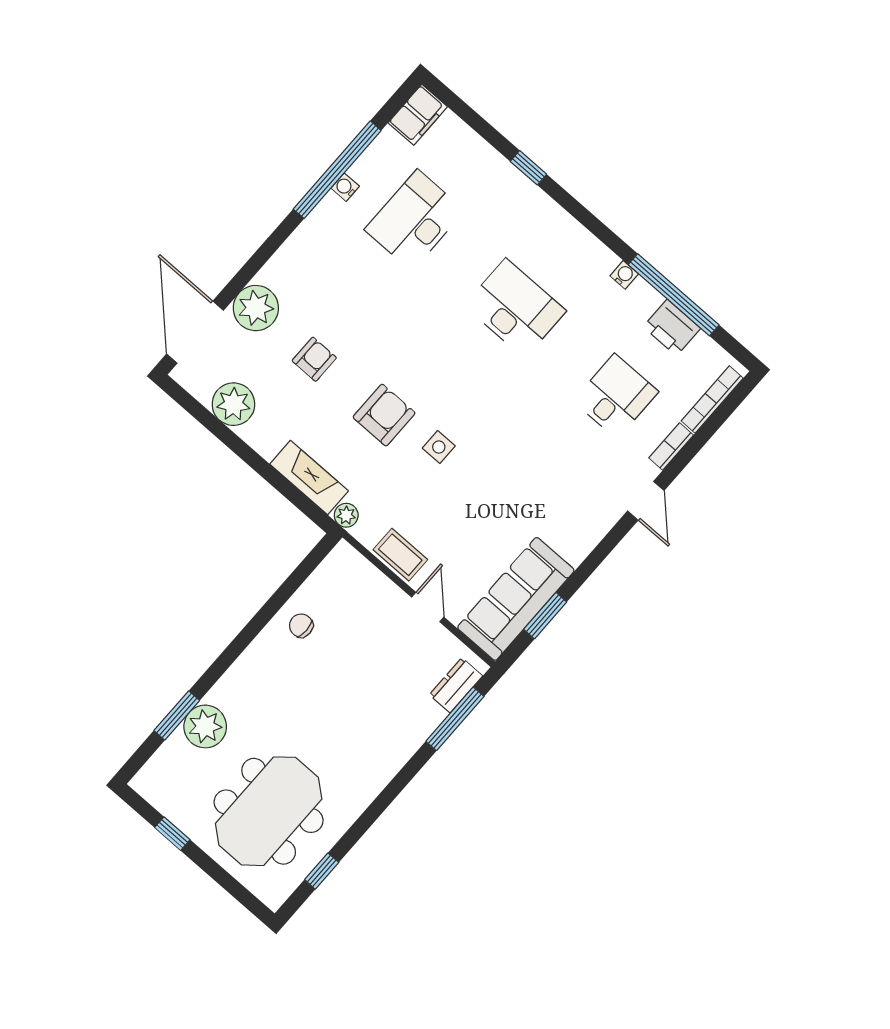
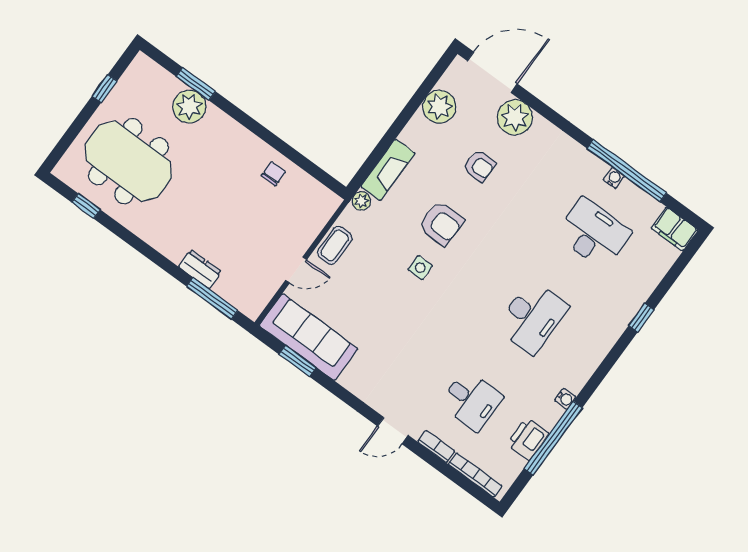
dresser: (456, 685) -> (200, 269), moved

